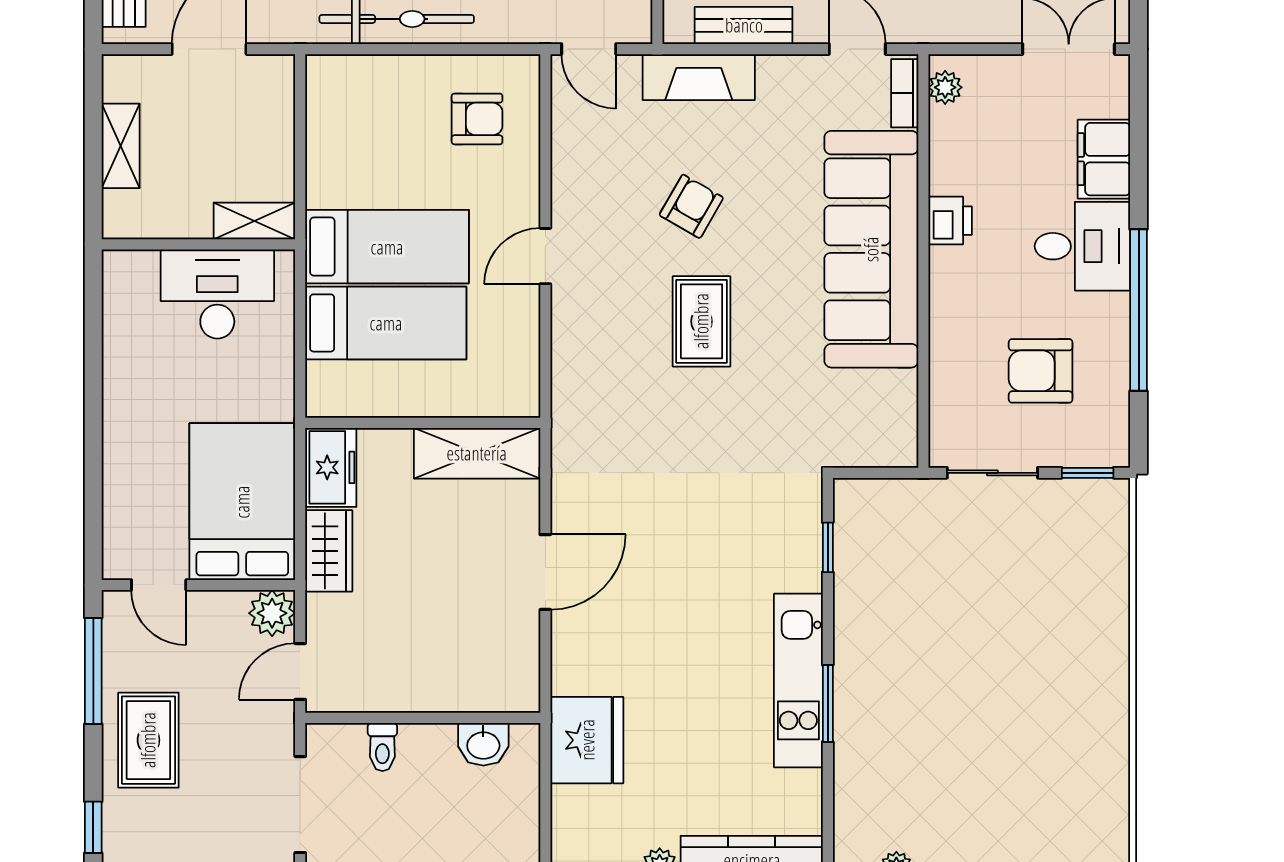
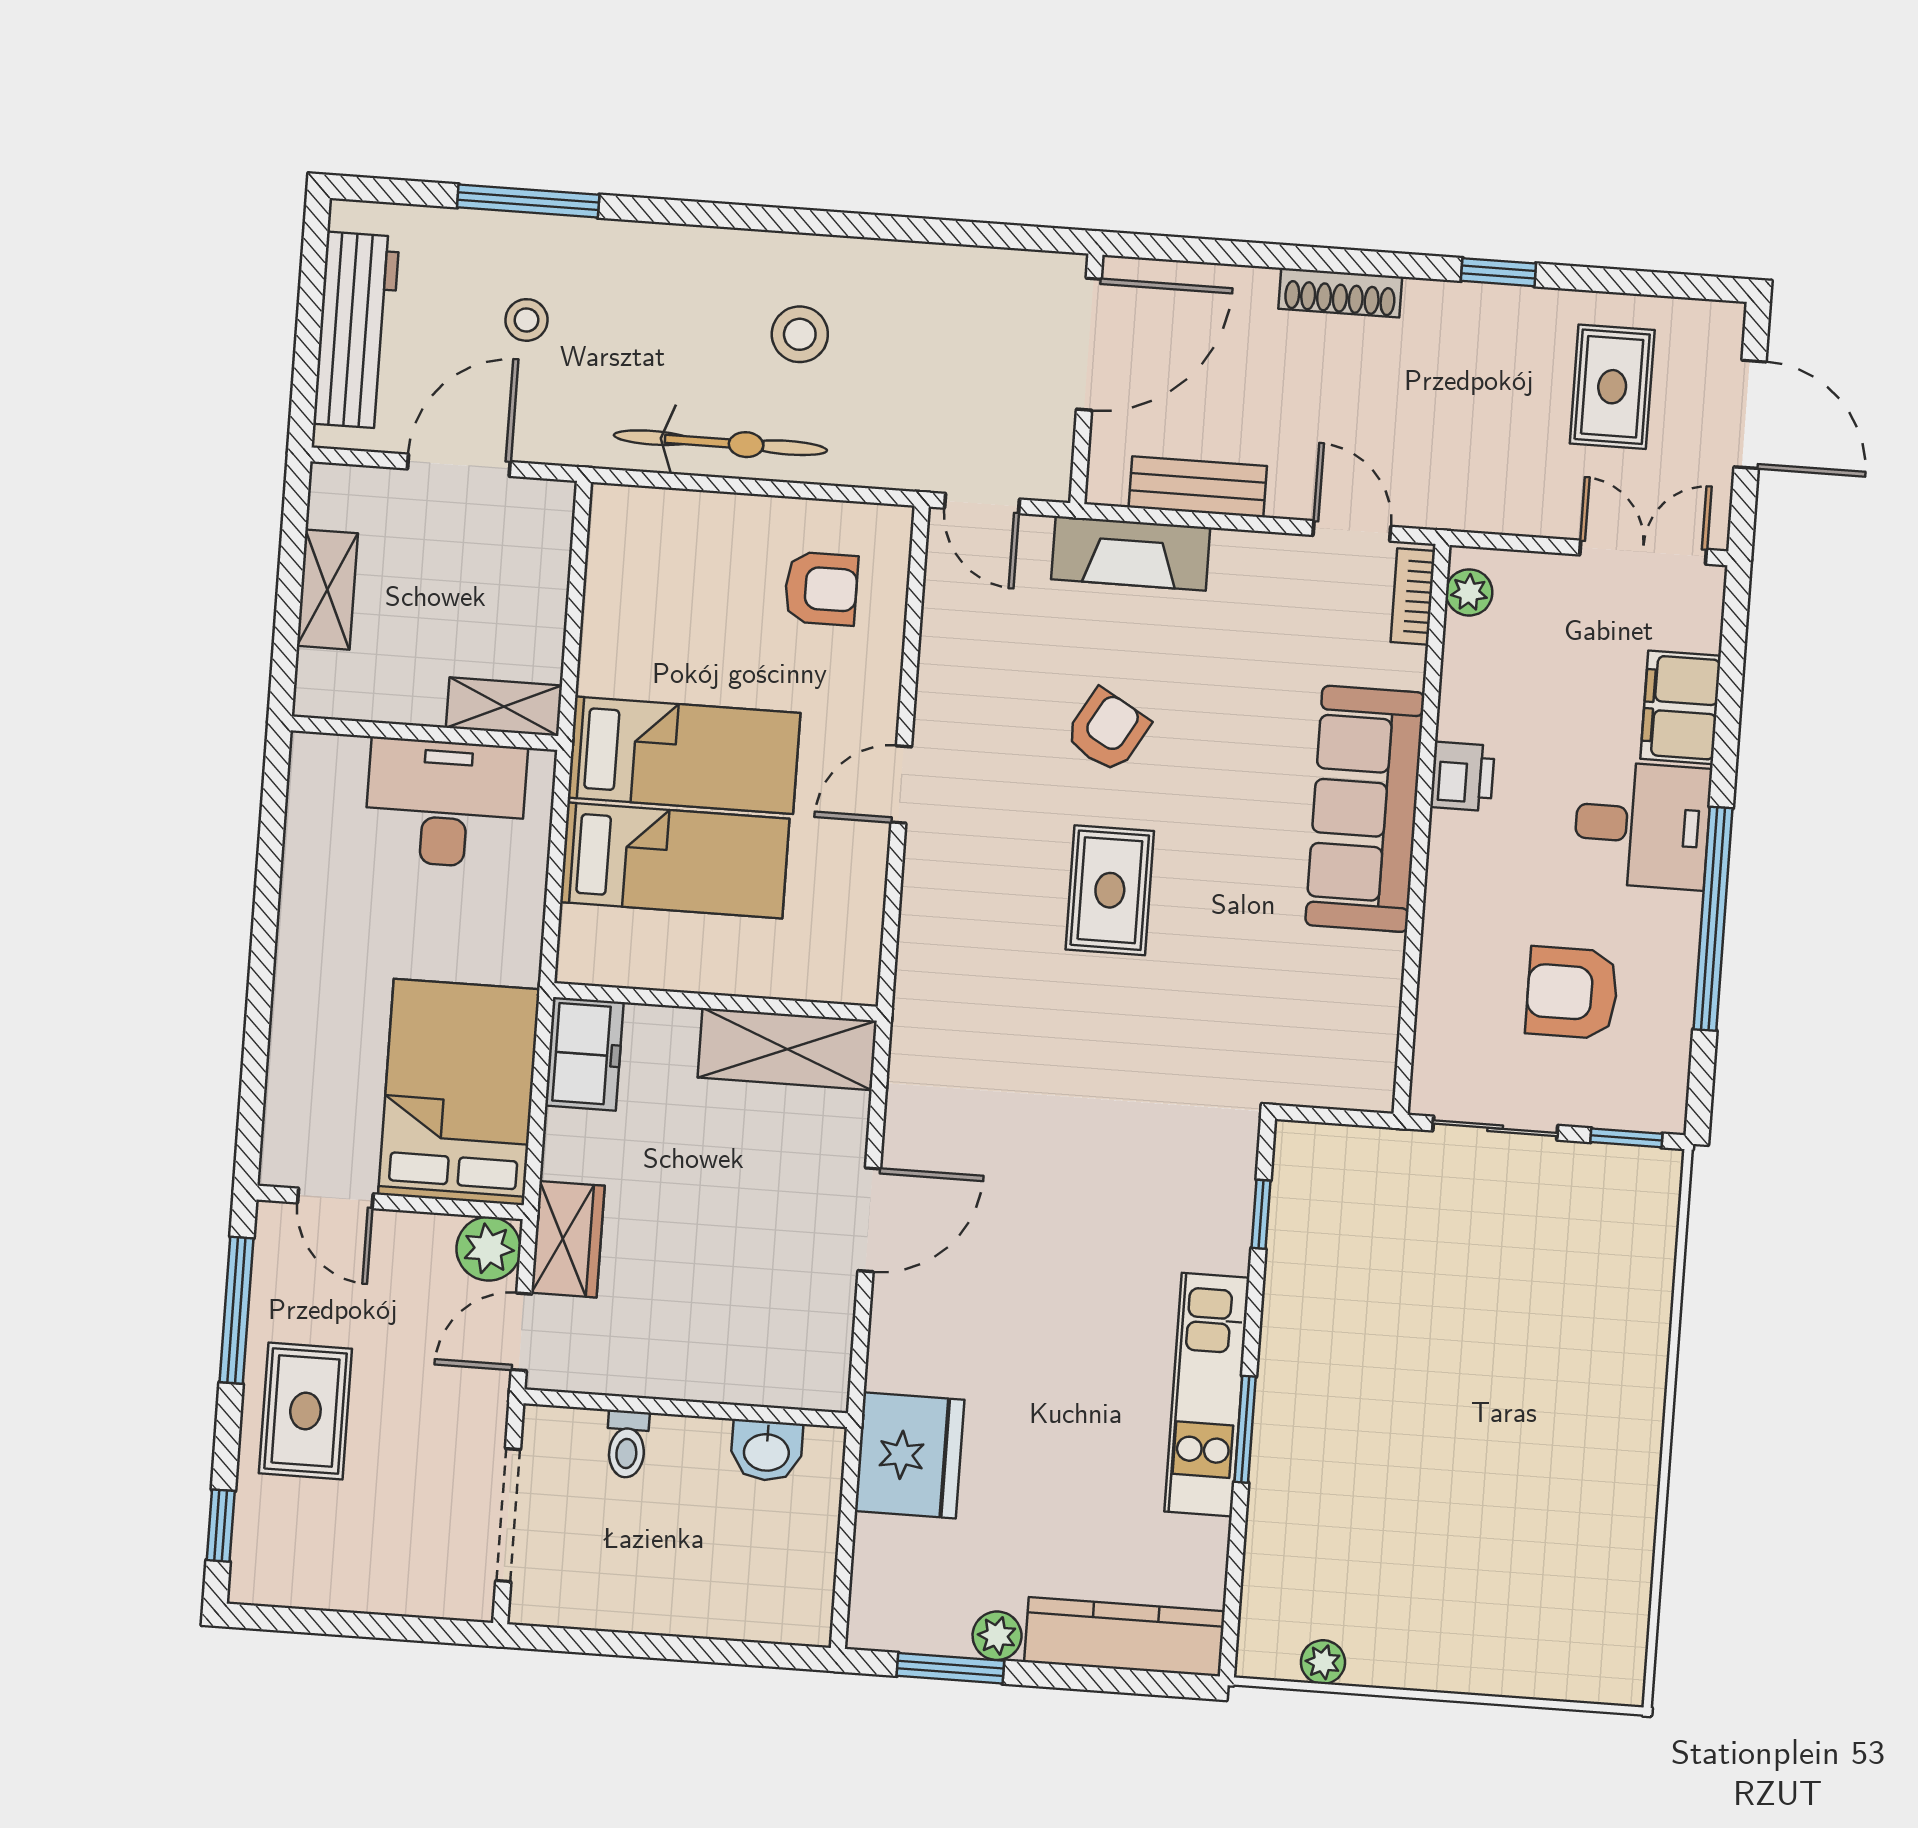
sofa: (871, 249) -> (1365, 809), width x0.74, depth x0.79
wardrobe: (329, 551) -> (568, 1239), moved

